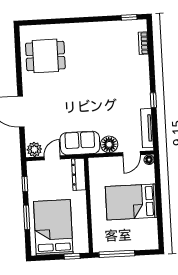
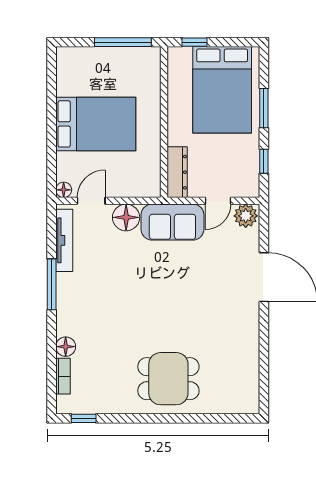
dining table: (45, 56) -> (168, 379), moved
floor lamp: (143, 62) -> (66, 347), added
window: (153, 100) -> (52, 284), width x2.17

